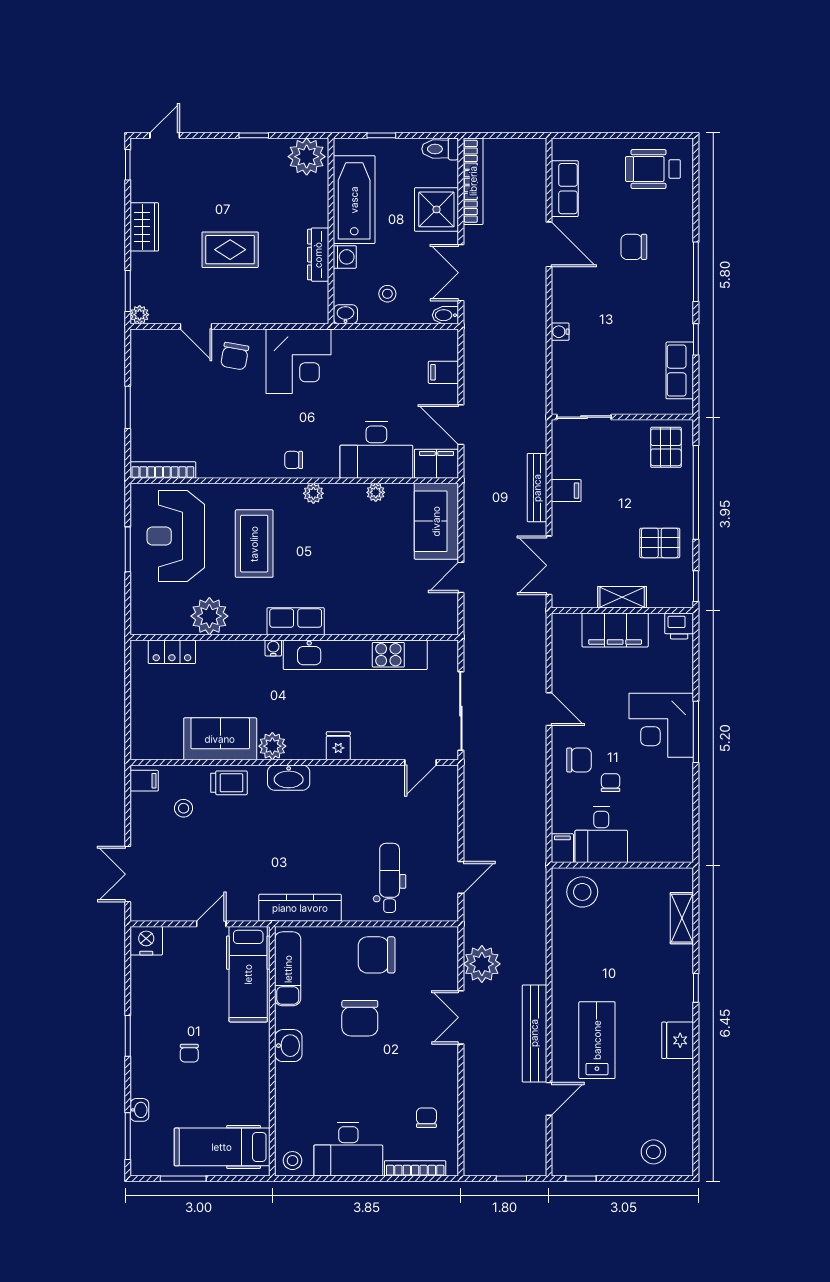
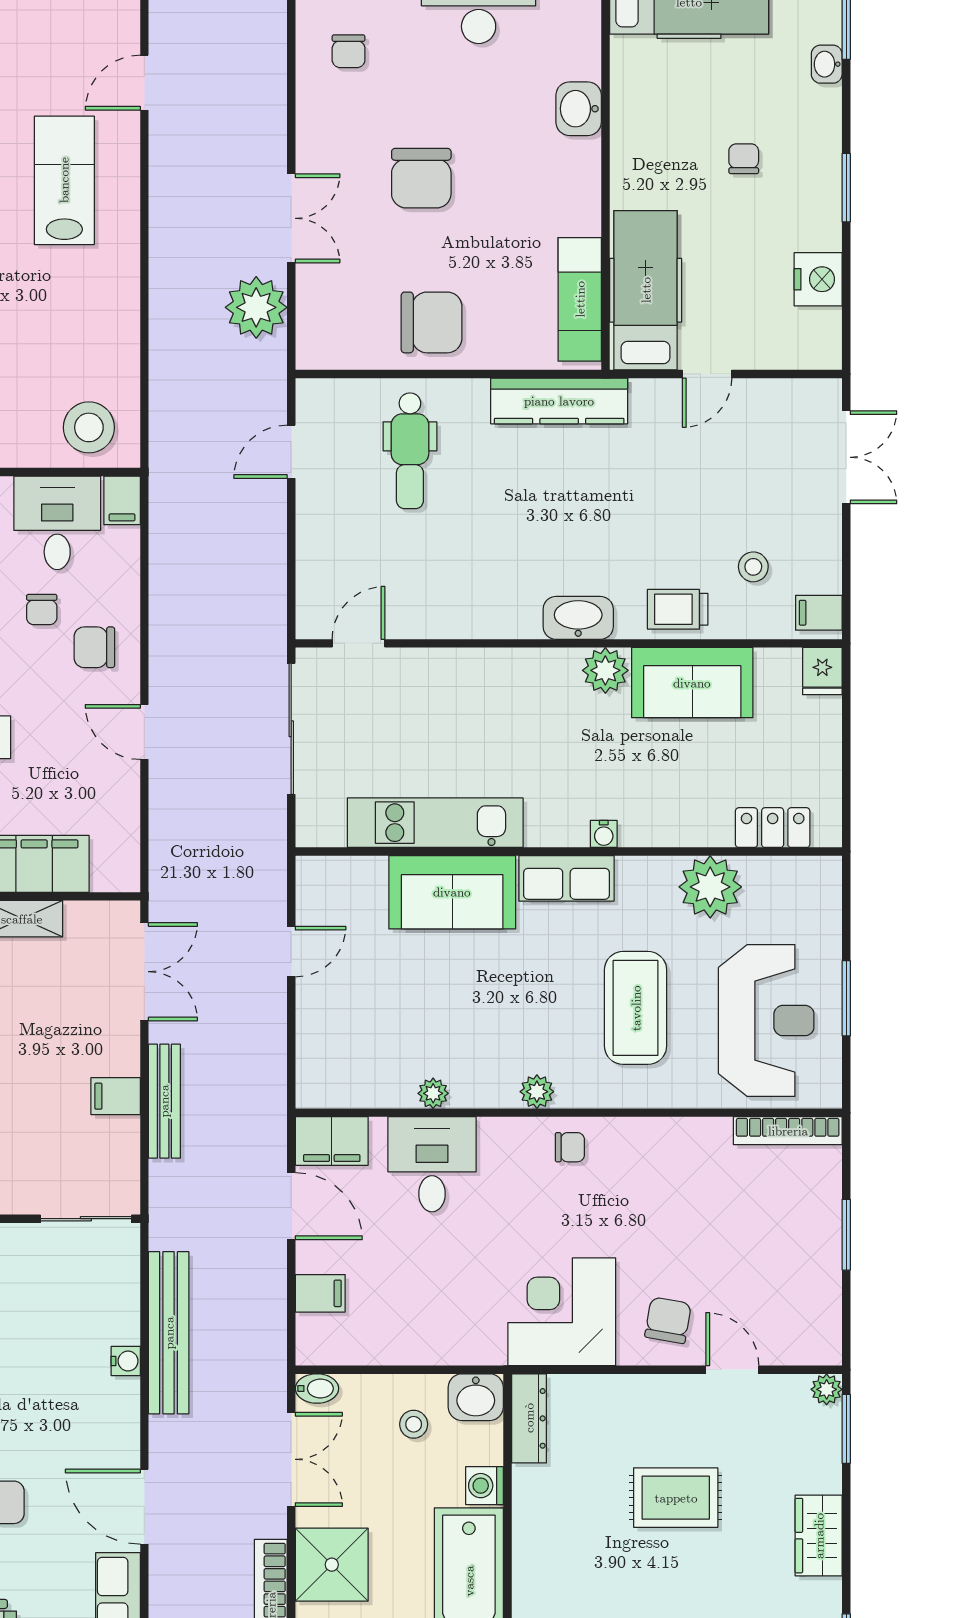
dresser: (318, 255) -> (529, 1418), moved
washbasin: (345, 314) -> (476, 1397), width x1.38, depth x1.45
desk: (376, 450) -> (432, 1164), width x0.73
sofa: (436, 521) -> (452, 892), moved, turned 90
kitchen unit: (355, 655) -> (435, 823), width x0.73
fridge: (338, 746) -> (822, 671), moved
nightstand: (146, 941) -> (818, 279), moved, turned -90
chair: (360, 1018) -> (421, 178), moved, turned 180
bench: (534, 1033) -> (169, 1333), moved
lab bench: (597, 1040) -> (64, 180), turned 180
washbasin: (288, 1046) -> (579, 109), moved

